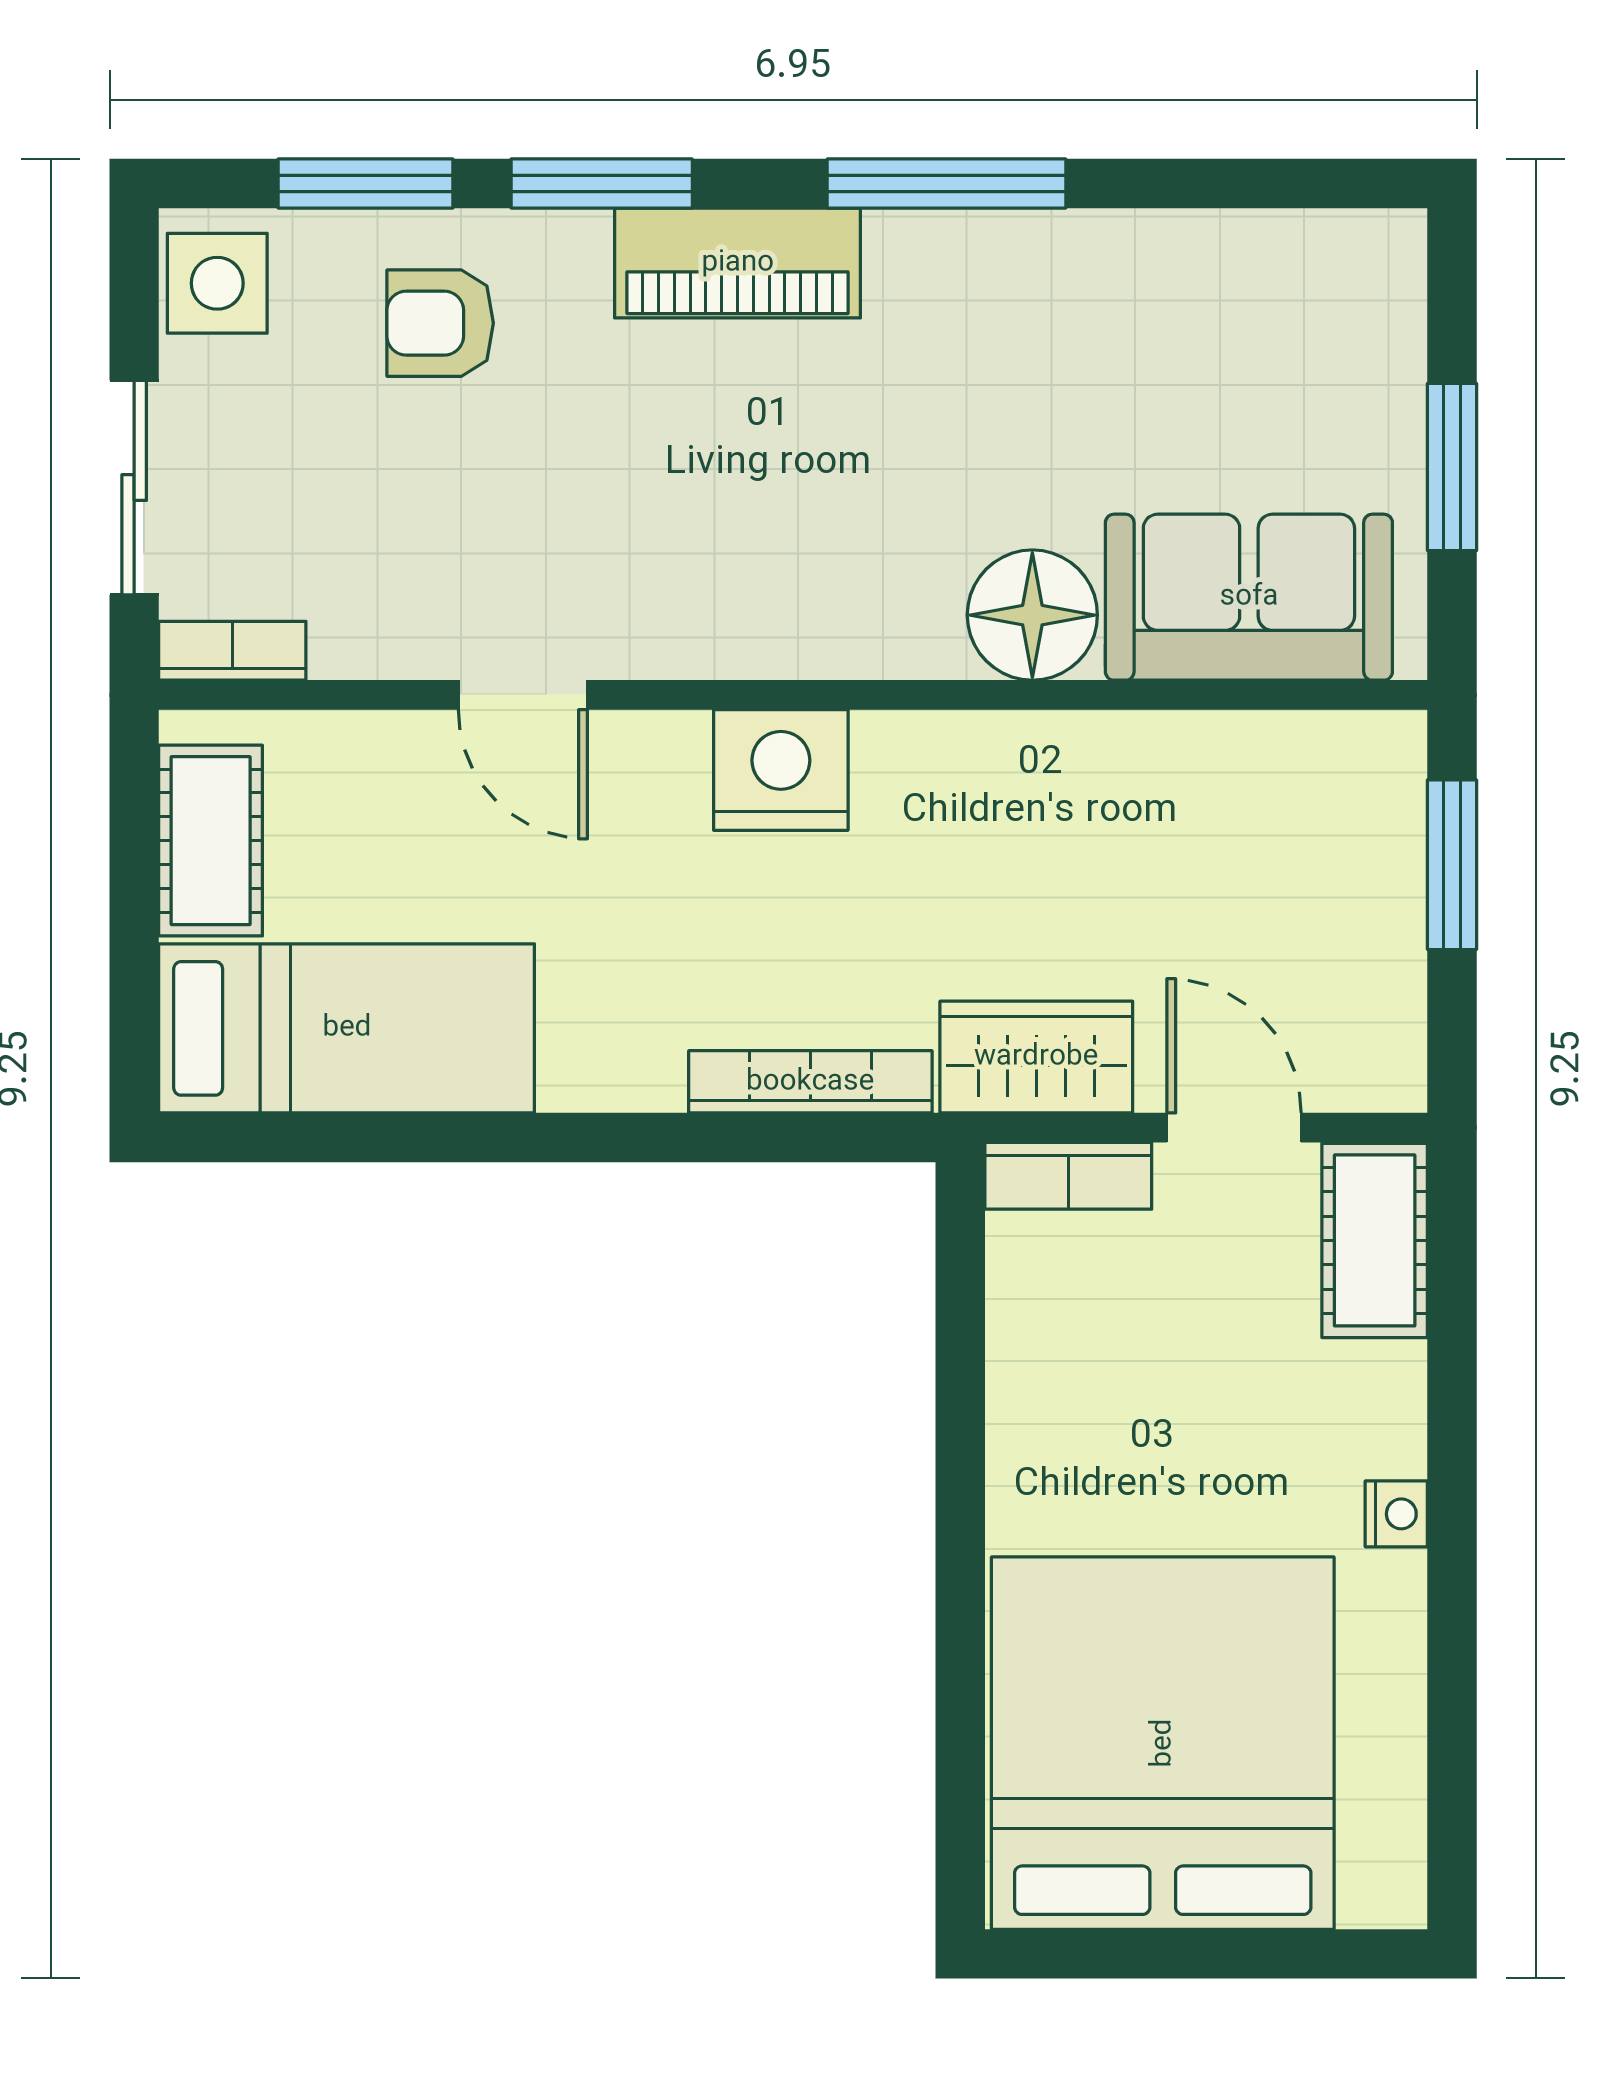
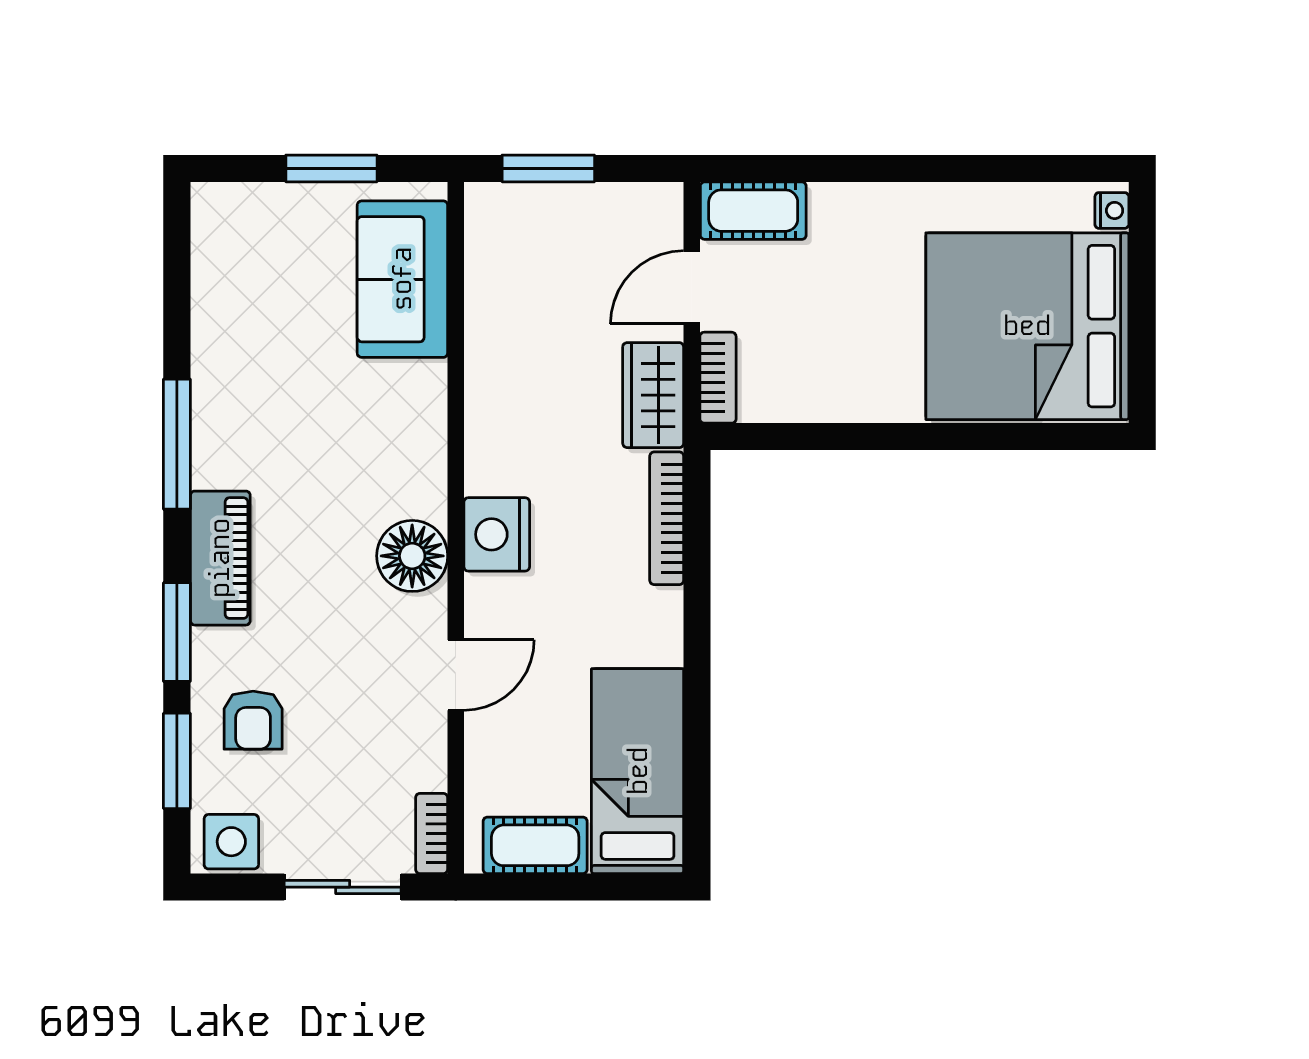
floor lamp: (1032, 615) -> (412, 556), moved
nightstand: (1396, 1514) -> (1112, 210), moved, turned 90

